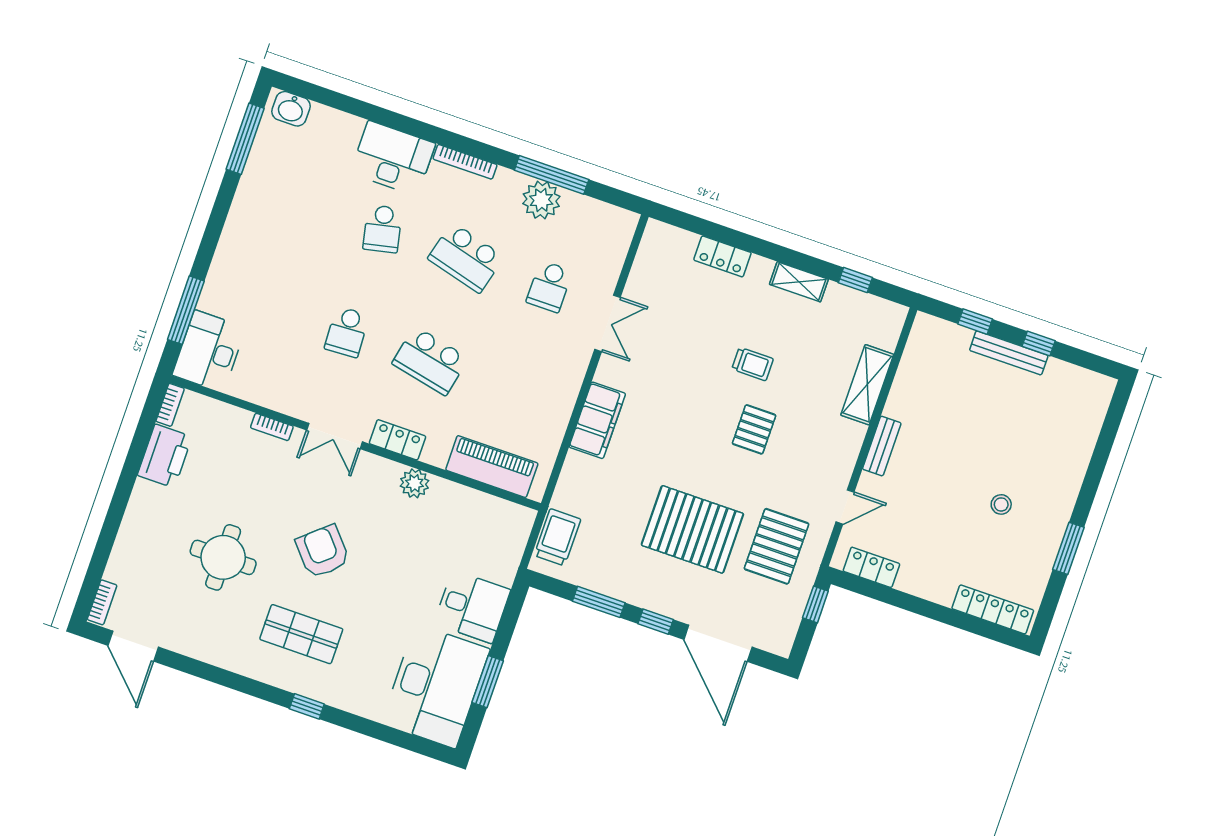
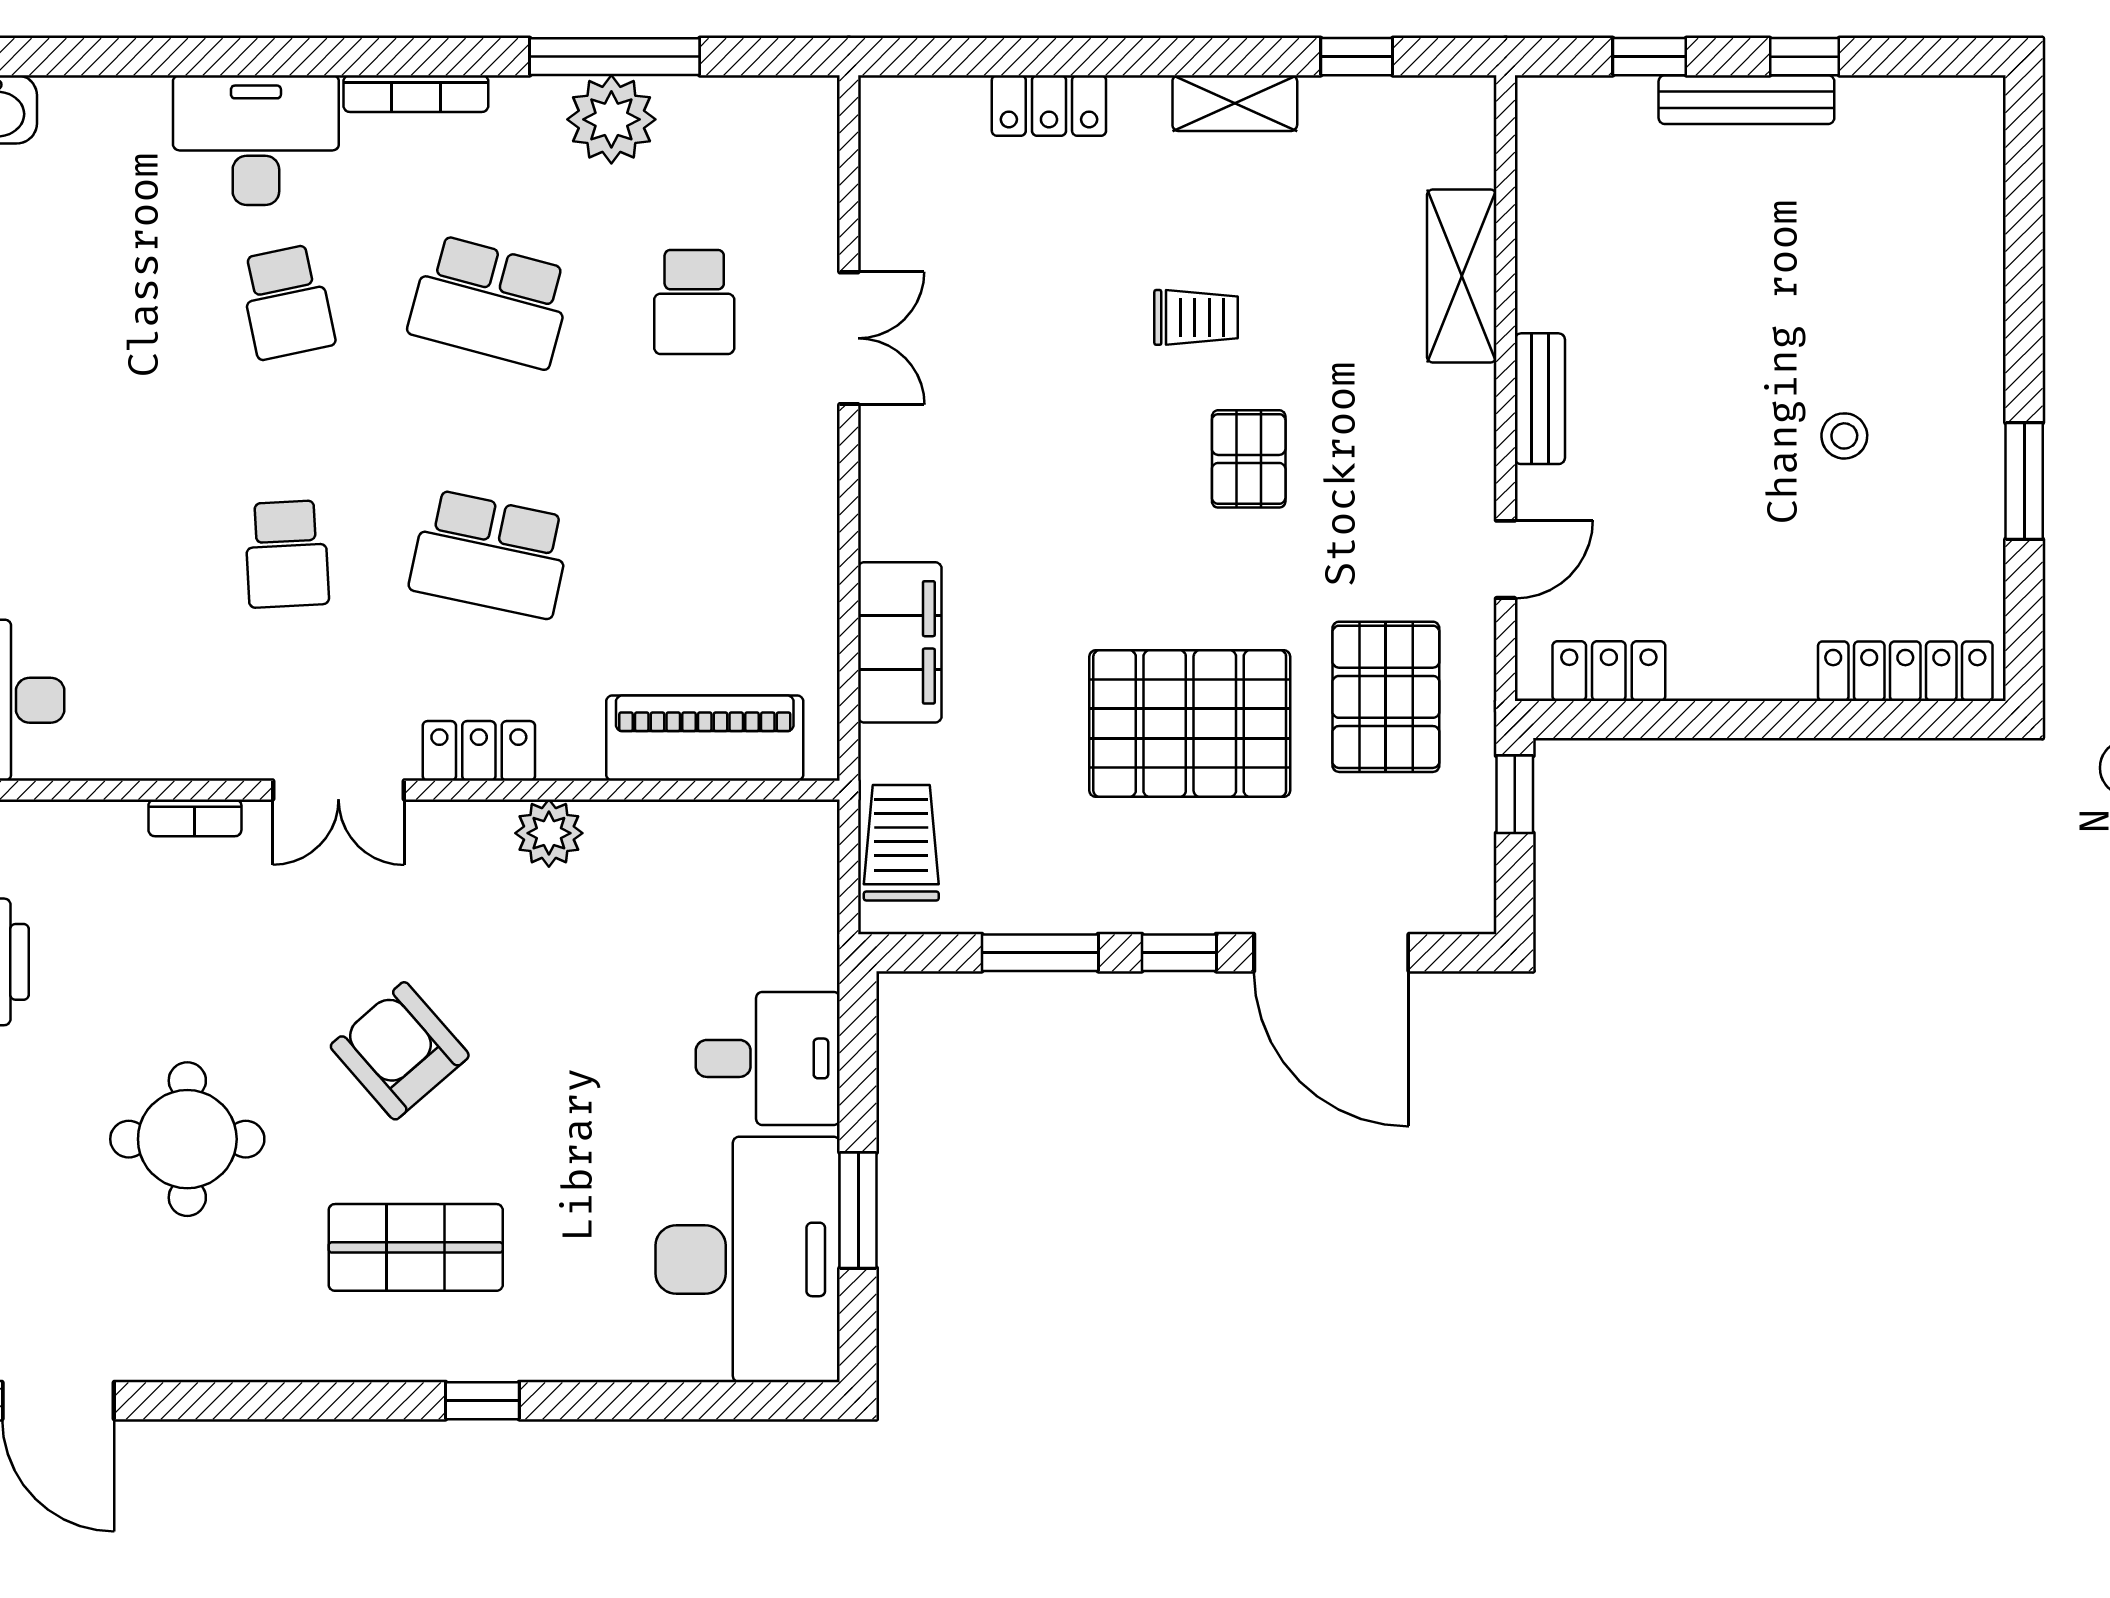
filing cabinet: (597, 420) -> (900, 642), moved

